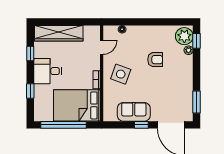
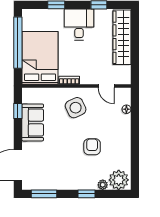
window: (197, 41) -> (87, 194), moved
armchair: (155, 60) -> (92, 147), turned 180
side table: (121, 74) -> (76, 108), turned 45
window: (141, 125) -> (18, 111), moved

